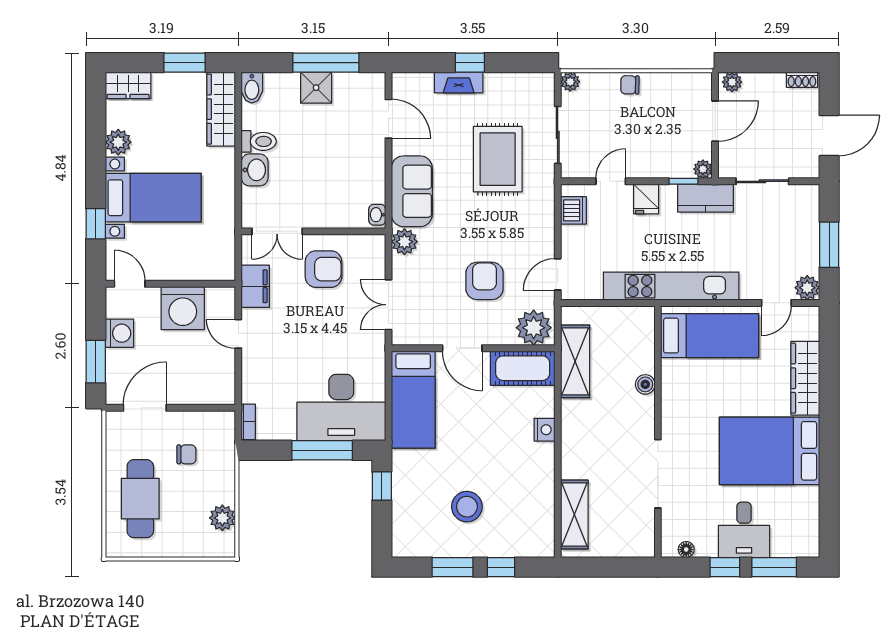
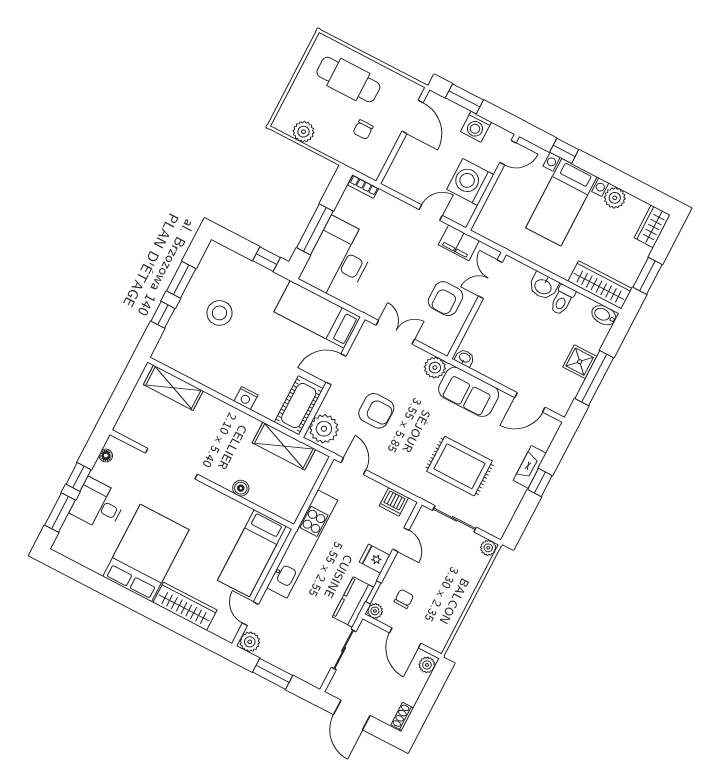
chair: (630, 85) -> (404, 599), moved

